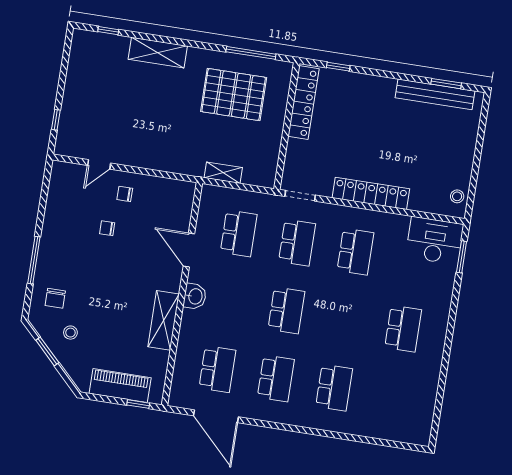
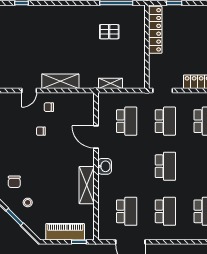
shelving: (158, 53) -> (60, 81), moved
pallet: (234, 95) -> (109, 32), width x0.49, depth x0.50

